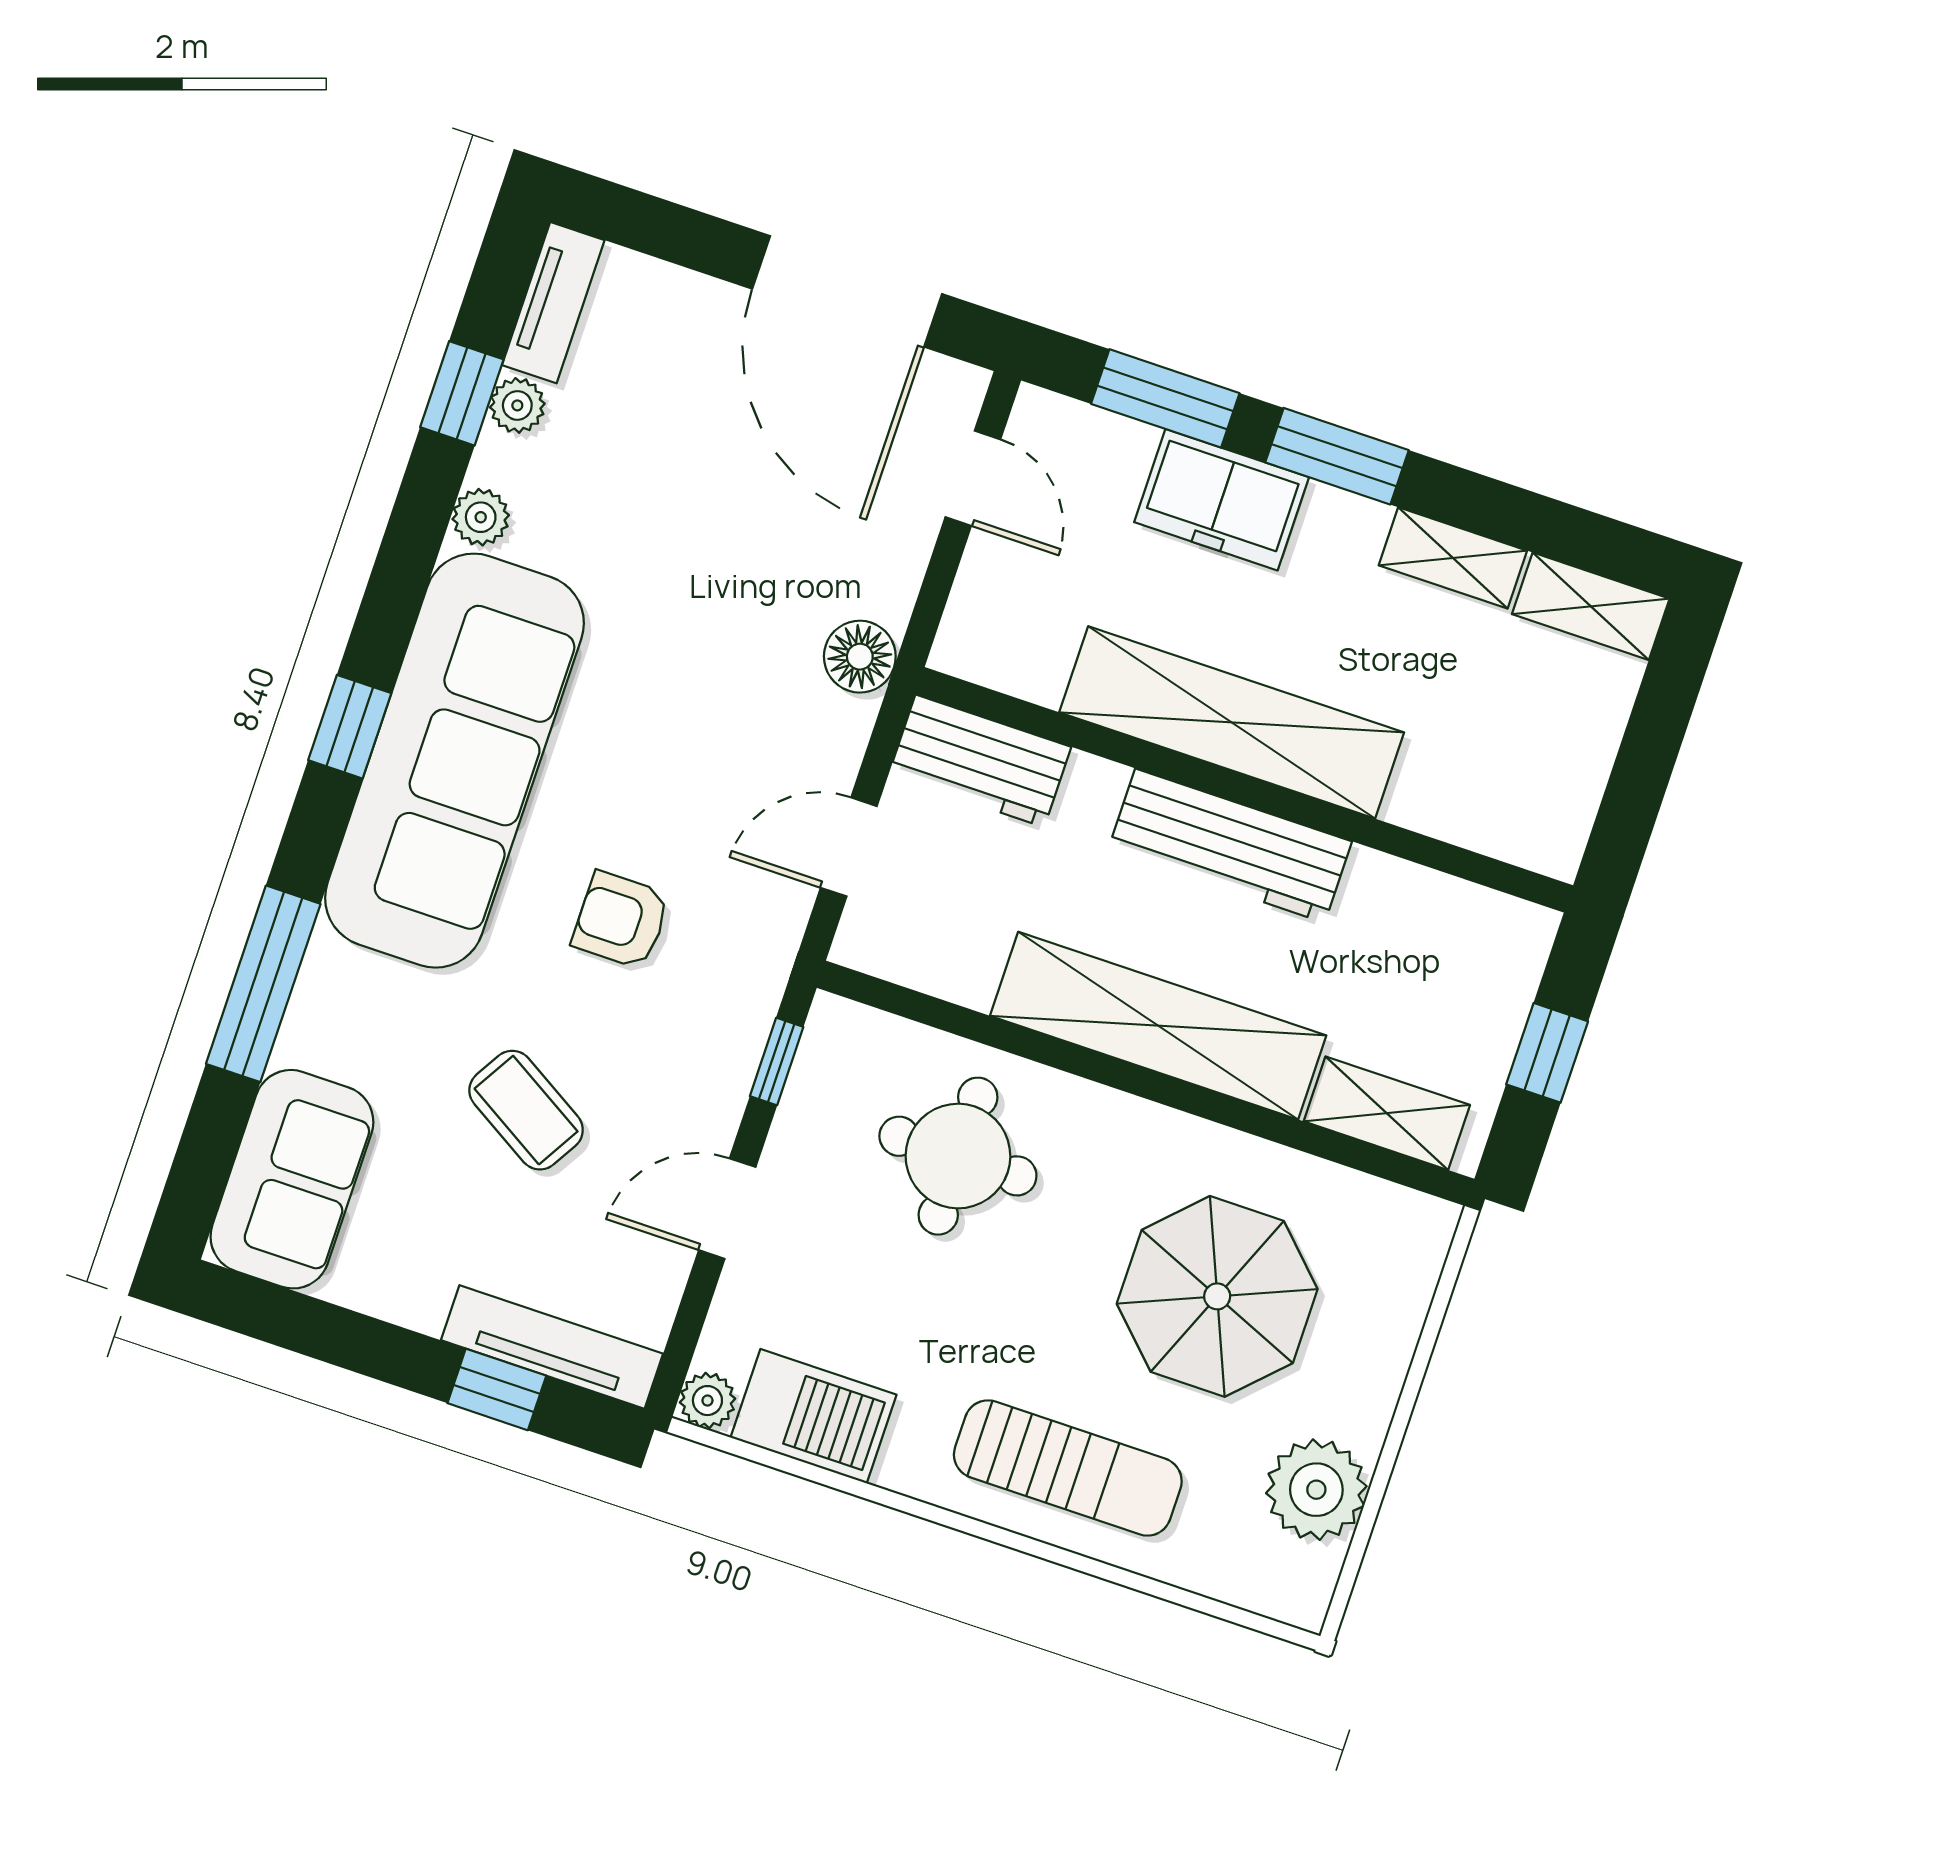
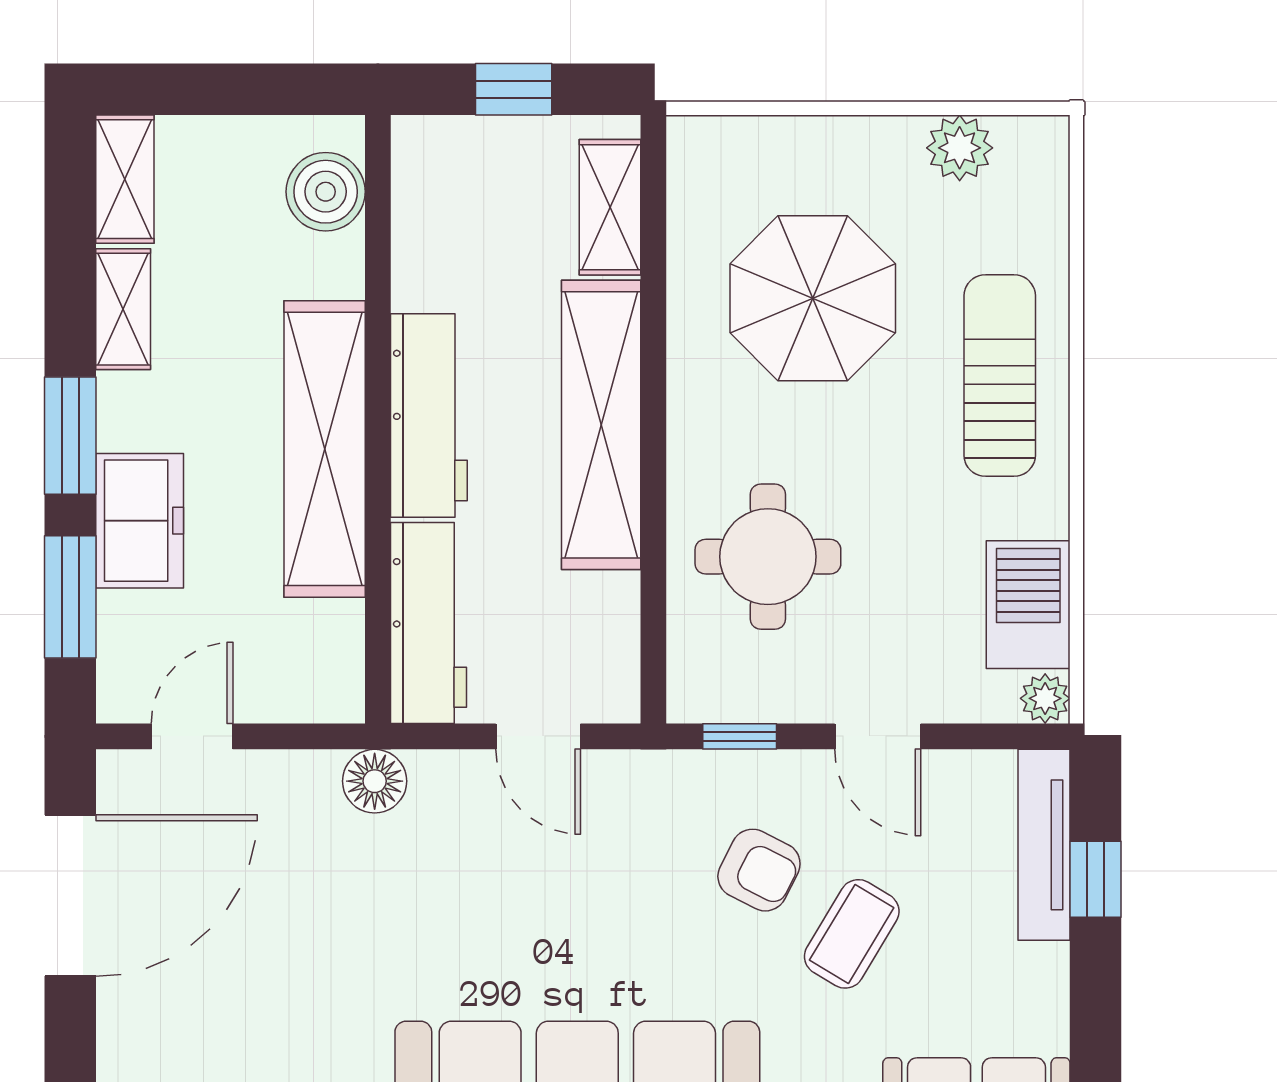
workbench: (980, 761) -> (428, 623), width x1.37
boiler: (1505, 816) -> (326, 192), added
armchair: (621, 920) -> (759, 870), moved, turned -63
plant: (1316, 1490) -> (960, 148), width x0.73, depth x0.73

